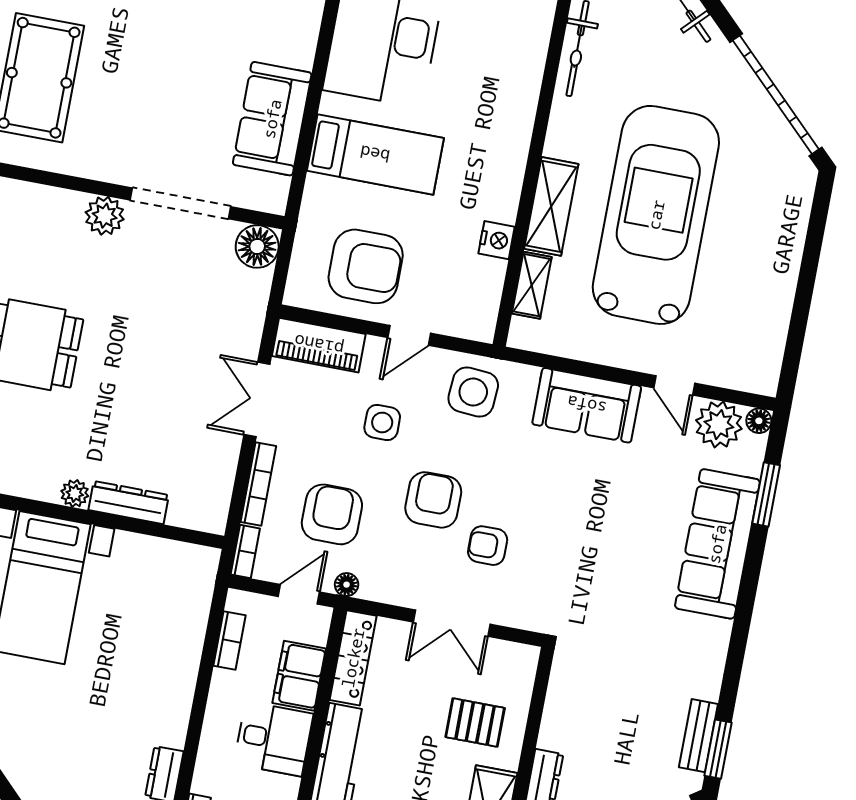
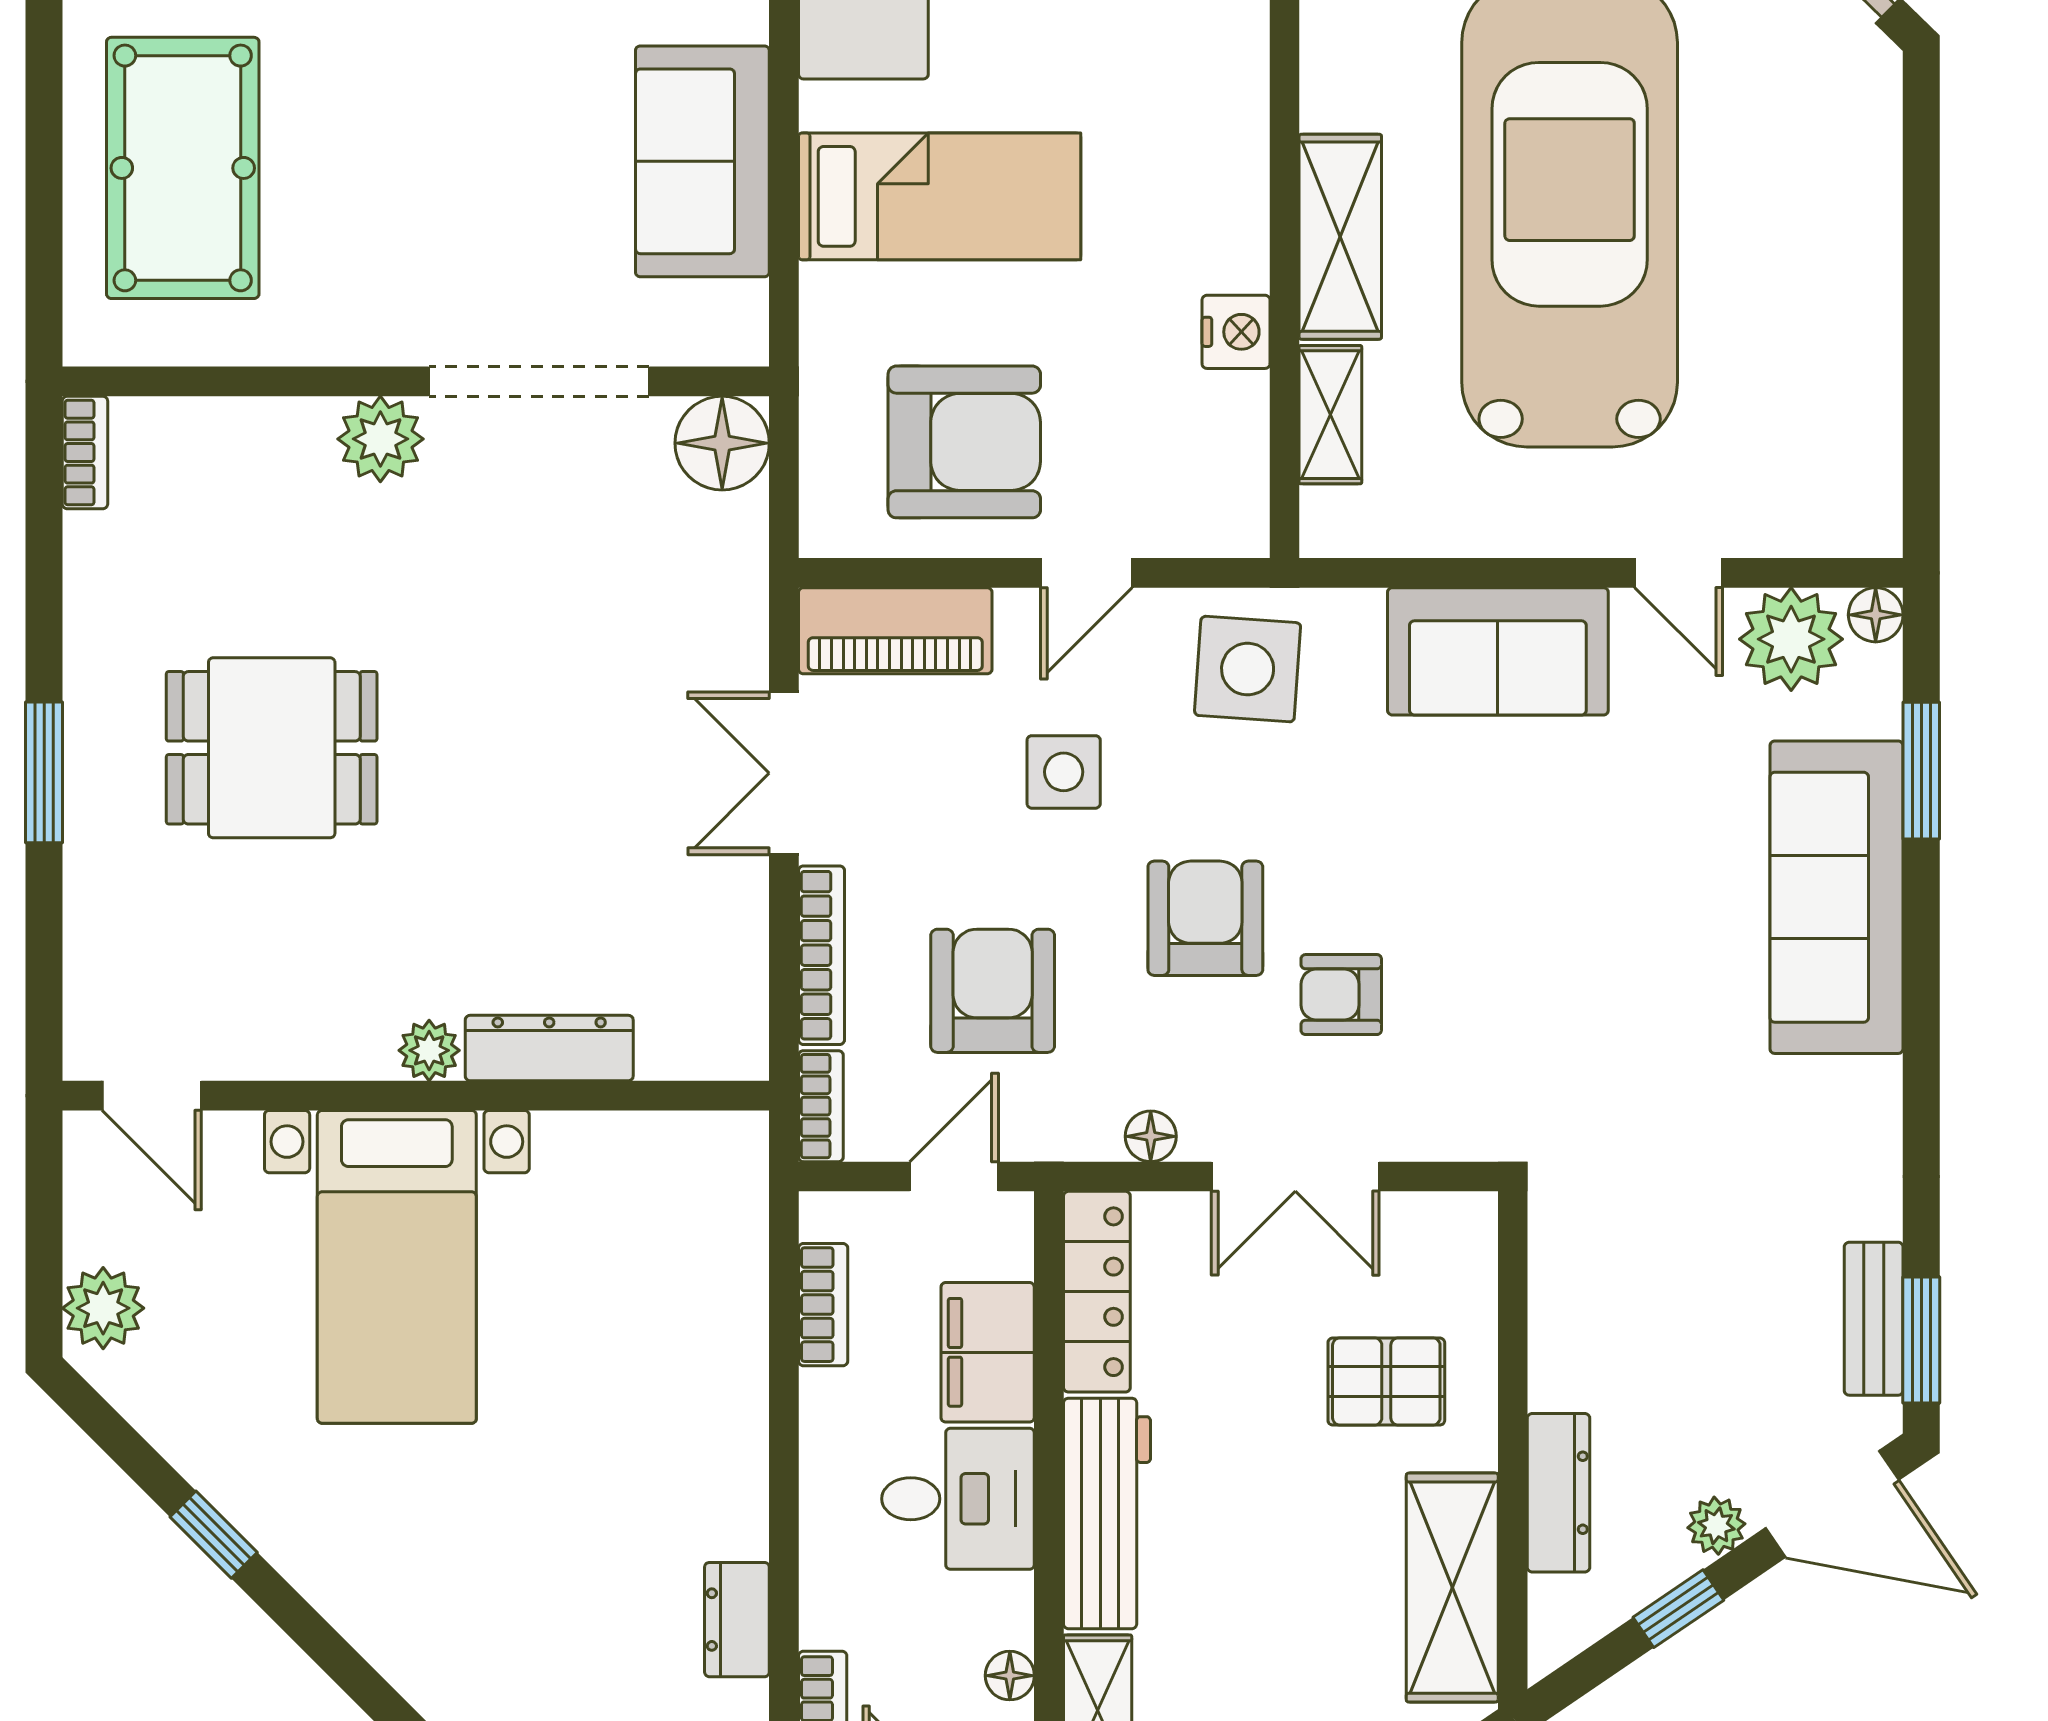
floor lamp: (347, 585) -> (1151, 1136), moved

